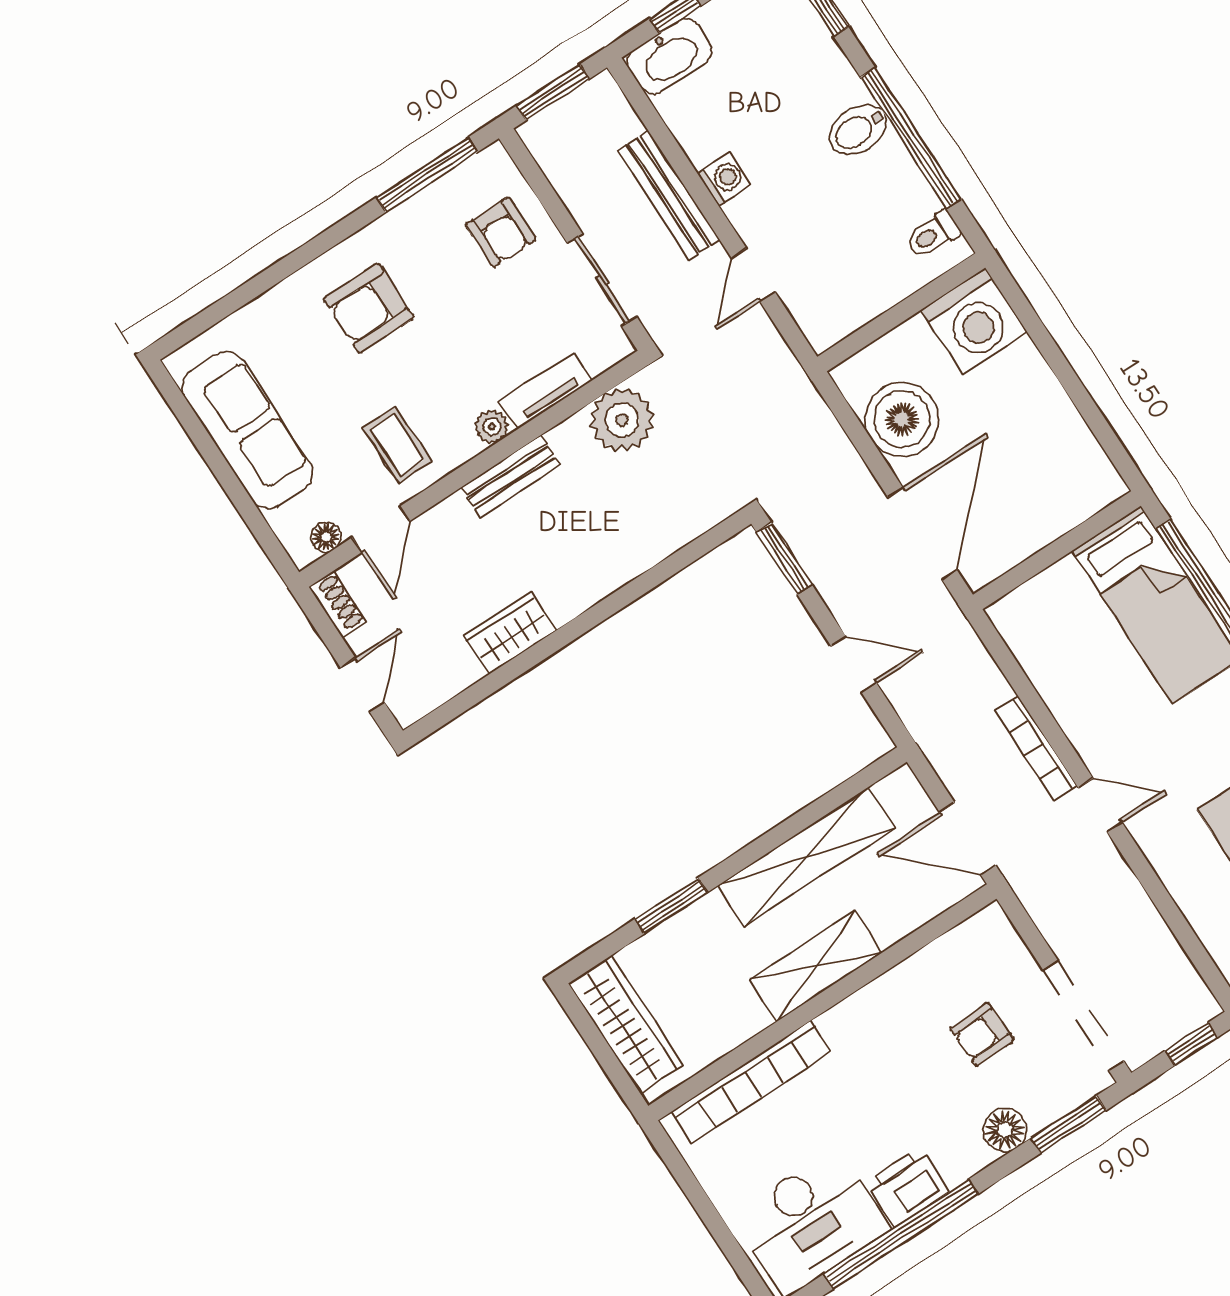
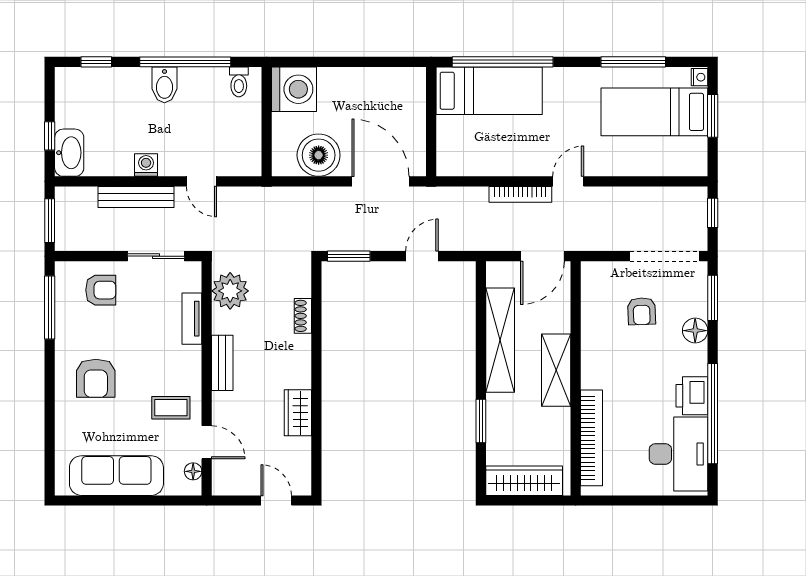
plant: (492, 427) -> (192, 356), removed
shoe rack: (338, 604) -> (303, 316), moved, turned -90

